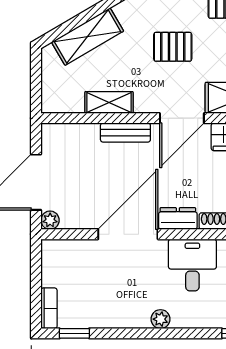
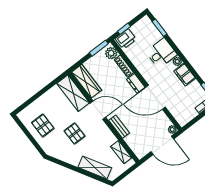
shelving: (109, 102) -> (121, 152), moved
desk: (192, 265) -> (161, 53), moved, turned 180
filing cabinet: (128, 315) -> (185, 75), added

